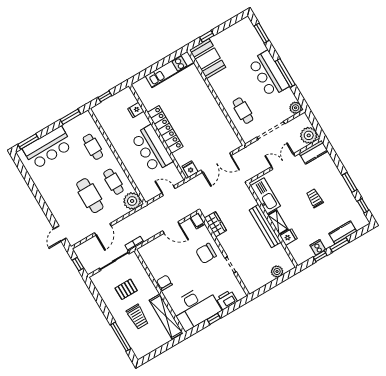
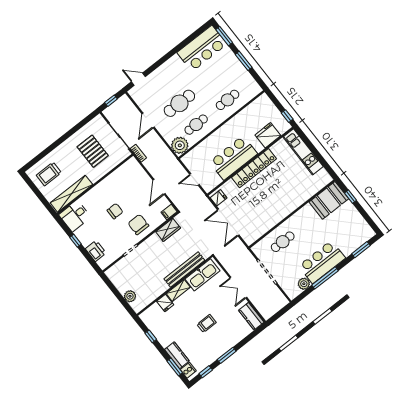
kitchen unit: (170, 69) -> (303, 152), moved
window: (105, 96) -> (287, 116), moved
plant: (296, 108) -> (304, 284), moved
fridge: (136, 110) -> (268, 135), width x1.88, depth x1.34
window: (70, 117) -> (244, 61), moved
plant: (309, 135) -> (267, 309), removed
bar counter: (48, 148) -> (202, 48), moved, turned -90
double door: (283, 161) -> (238, 288), swing flipped
door: (168, 191) -> (195, 180), swing flipped
bench: (265, 226) -> (184, 270), moved
door: (103, 229) -> (148, 121), hinge flipped
window: (339, 245) -> (175, 367), moved
cooker: (318, 247) -> (188, 370), moved
chair: (164, 283) -> (115, 211), moved
pallet: (126, 289) -> (93, 151), width x1.50, depth x1.42
desk: (195, 308) -> (75, 216), width x0.53, depth x0.77
trolley: (138, 317) -> (49, 174), moved
window: (121, 337) -> (46, 152), removed

